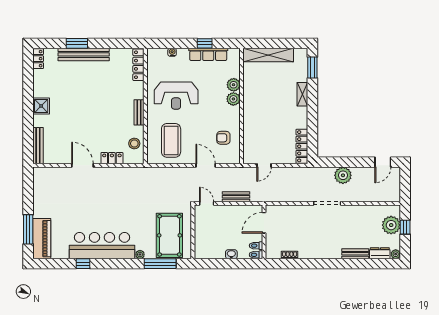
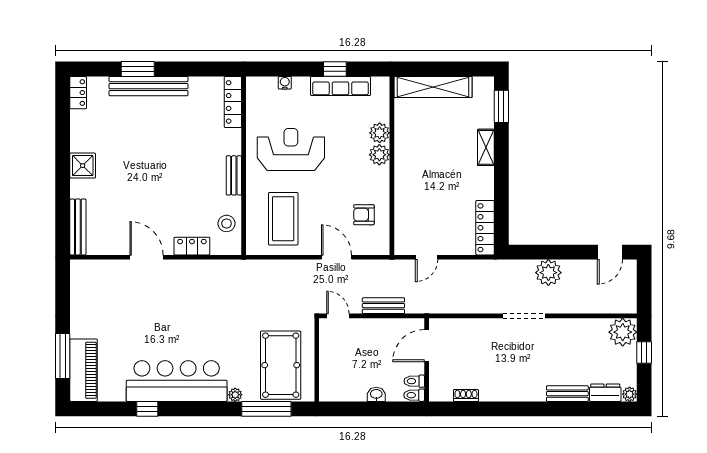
reception desk: (176, 96) -> (291, 150), turned 180
plant: (391, 225) -> (623, 332), moved

